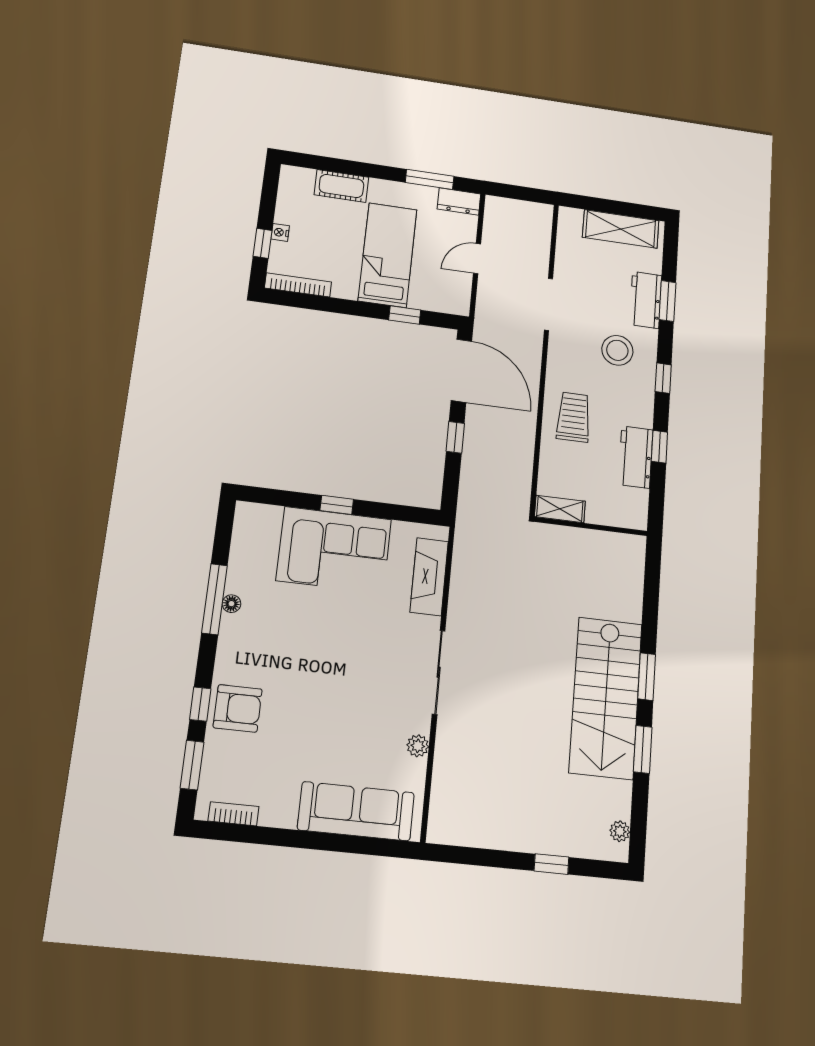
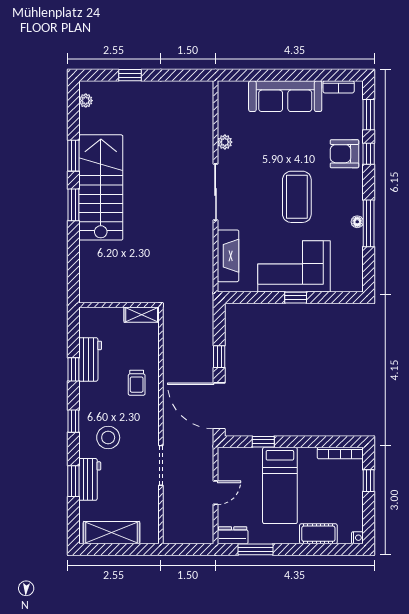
nightstand: (280, 232) -> (357, 538), moved
trolley: (574, 417) -> (137, 383), width x0.73, depth x0.72
coffee table: (318, 651) -> (297, 197), added
sofa: (356, 811) -> (285, 96), moved

